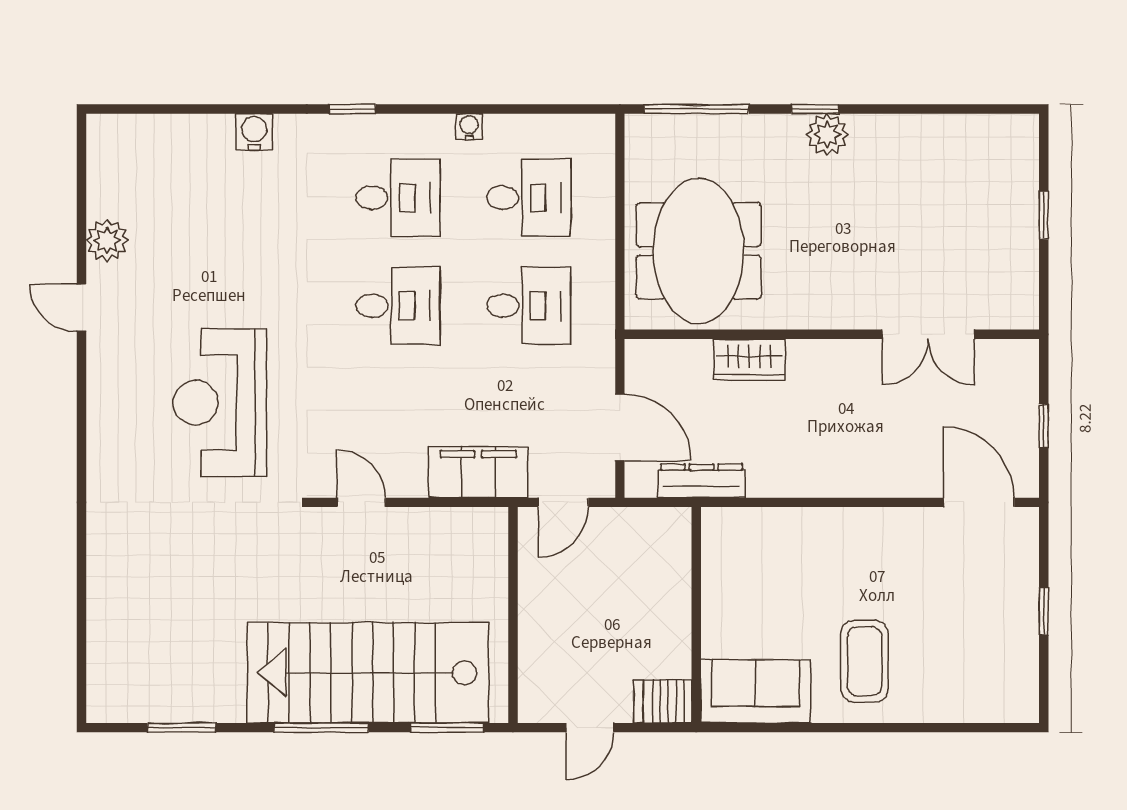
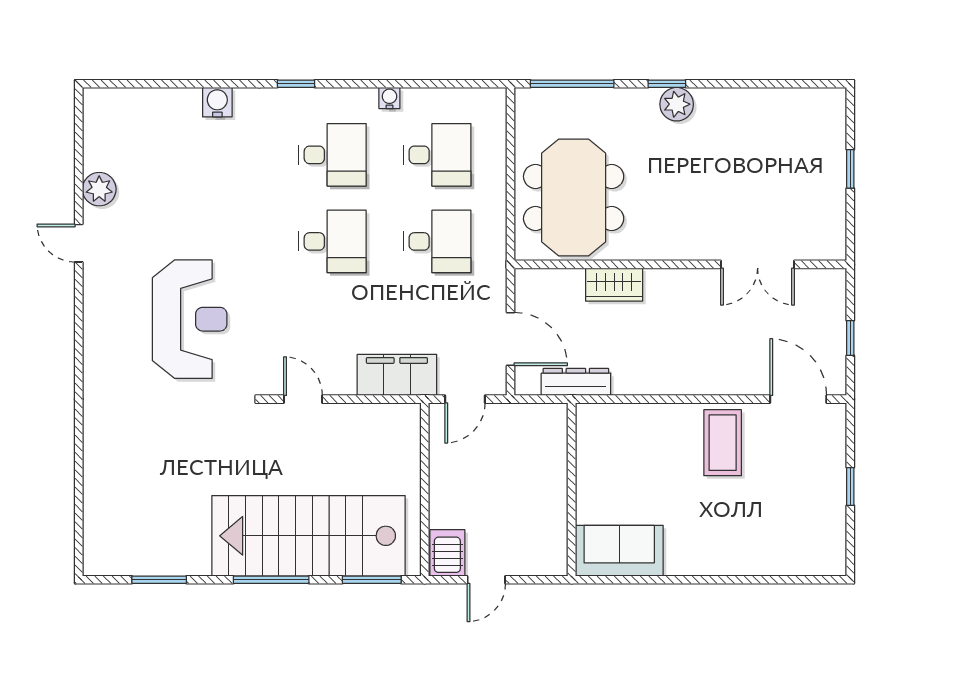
reception desk: (220, 403) -> (190, 319), turned 180
coffee table: (865, 661) -> (723, 443), moved
server rack: (663, 701) -> (447, 553), moved, turned 90

